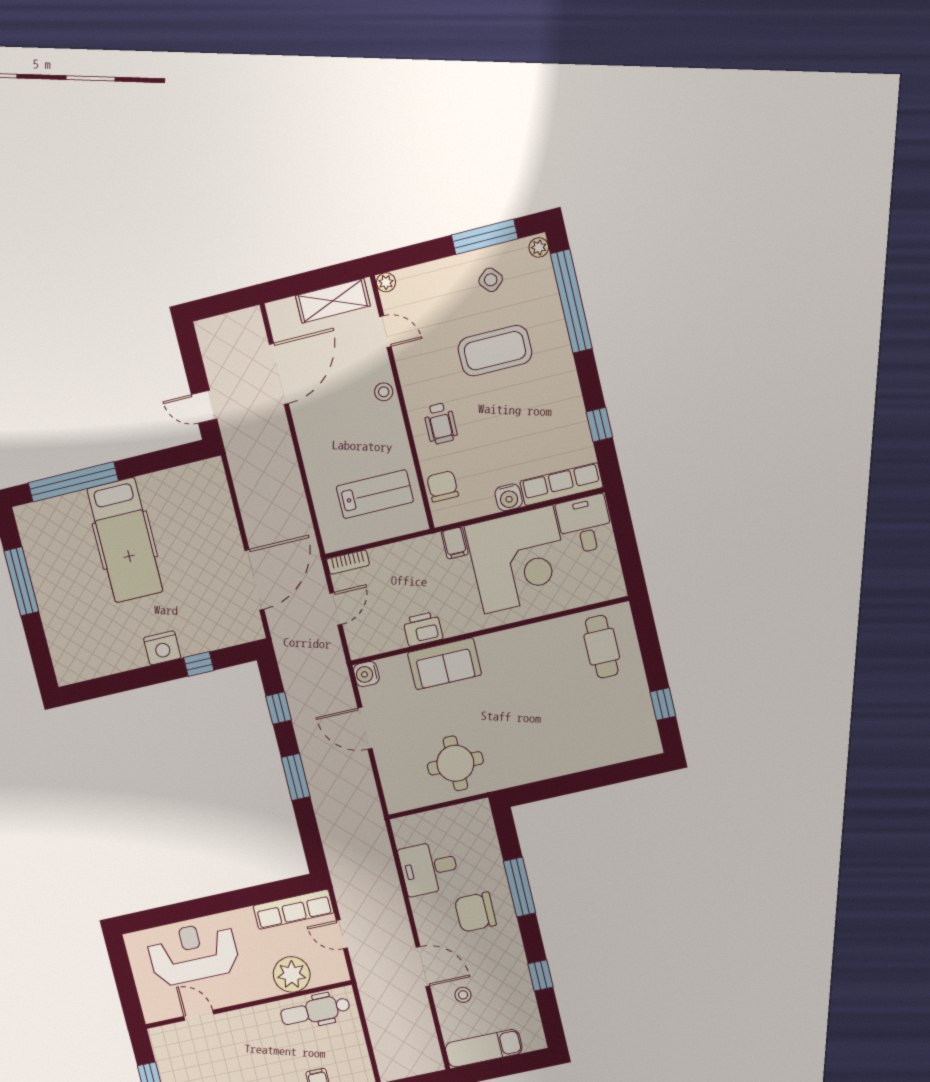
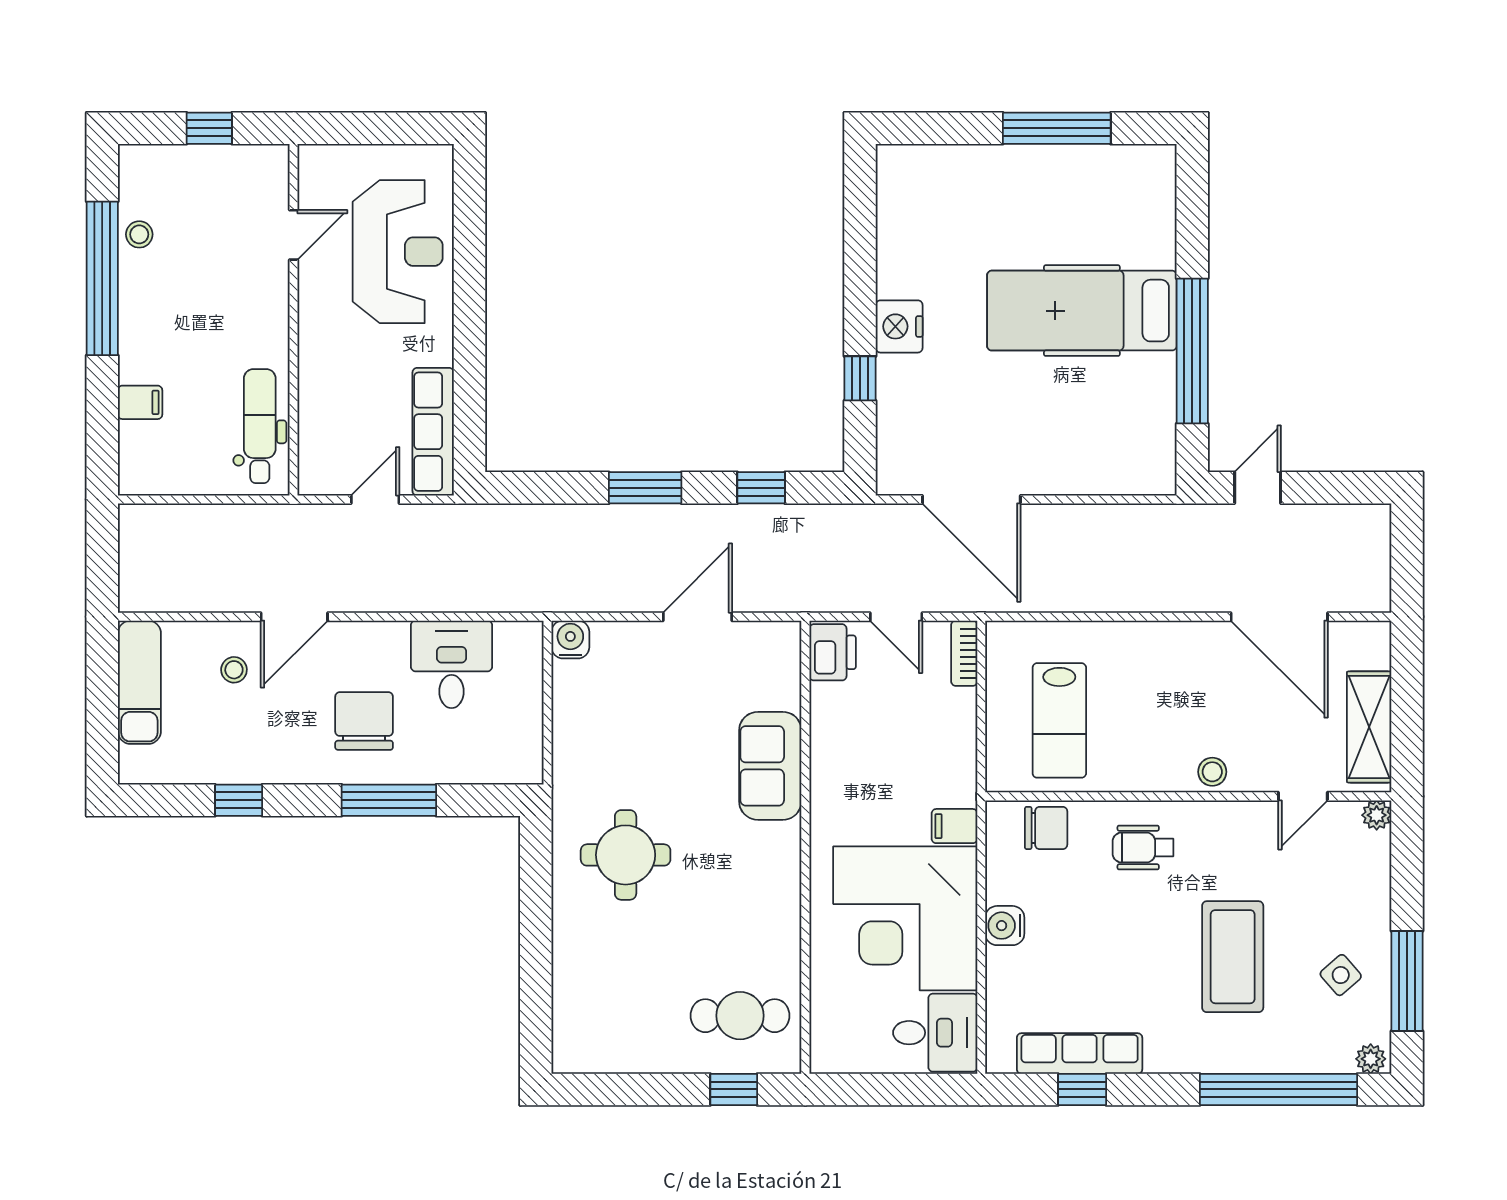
window: (73, 482) -> (1192, 351), moved
row of seats: (561, 484) -> (1080, 1053), moved, turned -90
printer: (423, 629) -> (833, 652), moved
water cooler: (366, 674) -> (570, 639), moved
window: (663, 704) -> (734, 1089), moved
round table: (455, 763) -> (626, 855), moved
plant: (292, 974) -> (328, 403), removed

